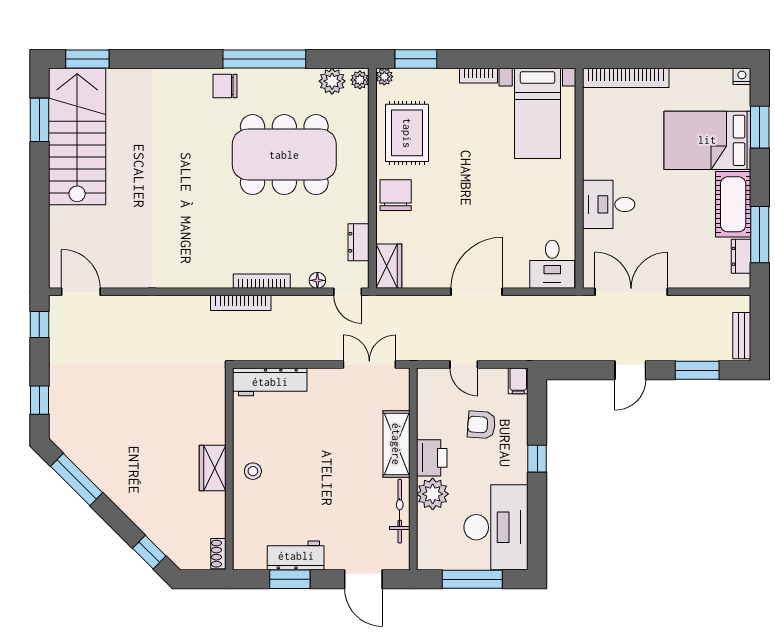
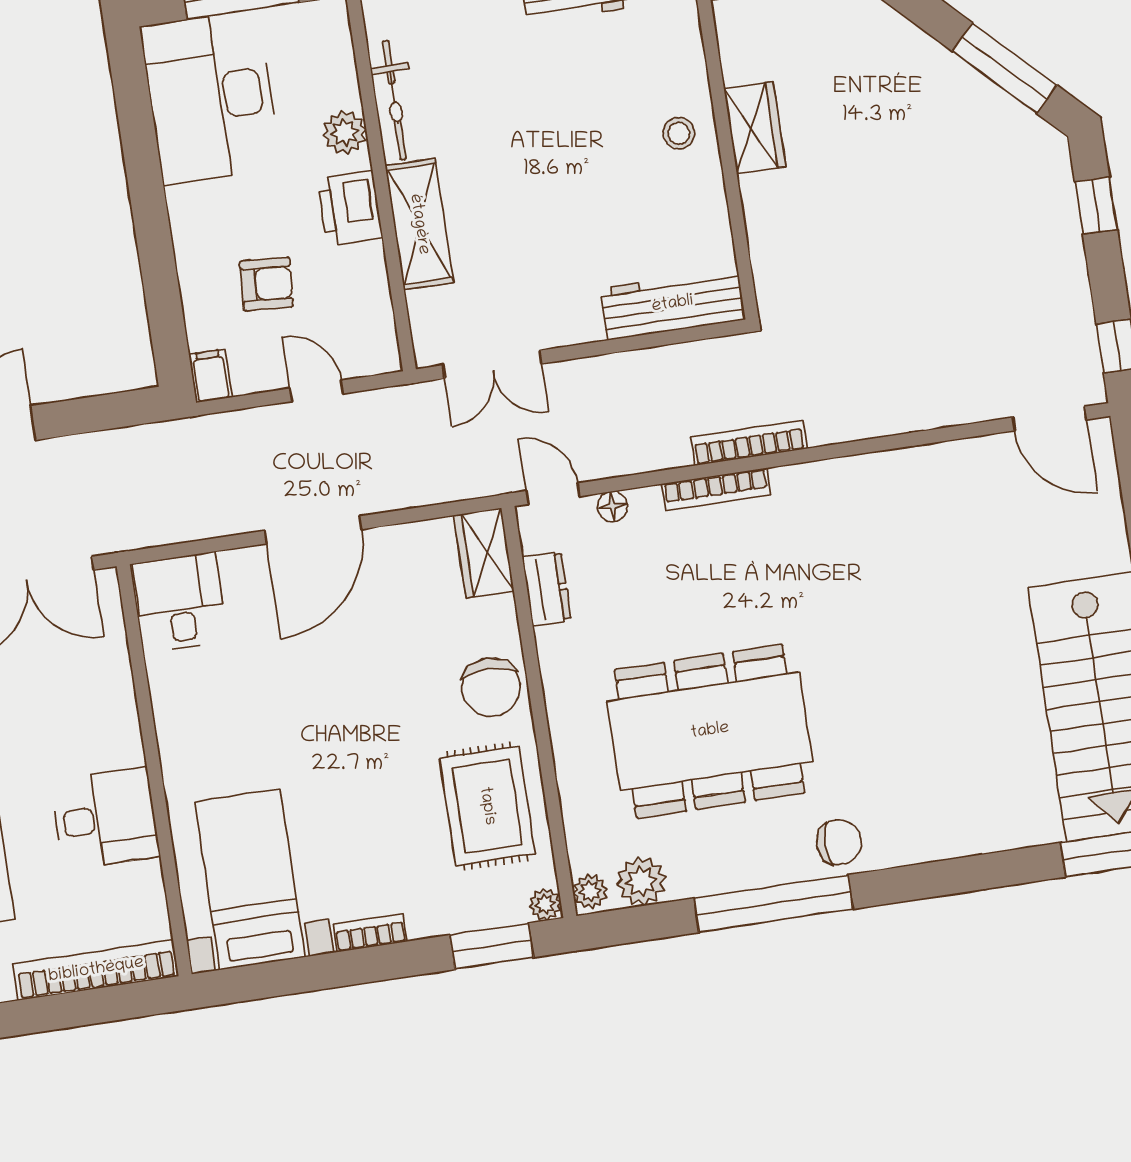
desk: (609, 204) -> (105, 818), moved
window: (537, 459) -> (154, 237), removed
plant: (433, 494) -> (345, 132), width x0.73, depth x0.73

